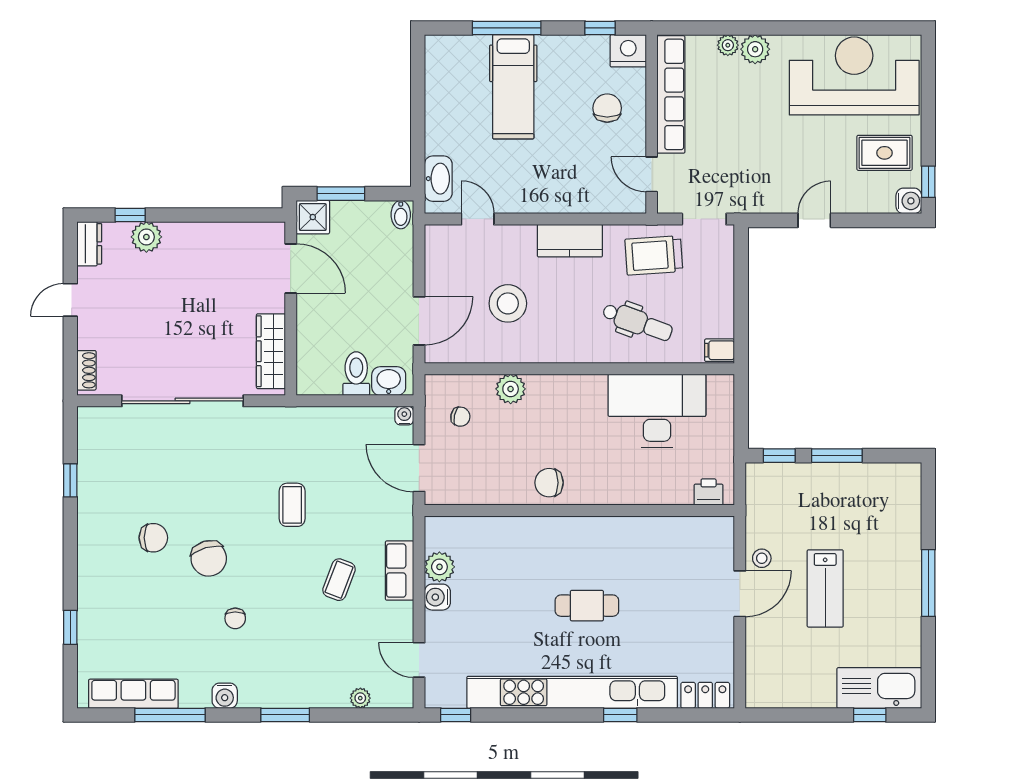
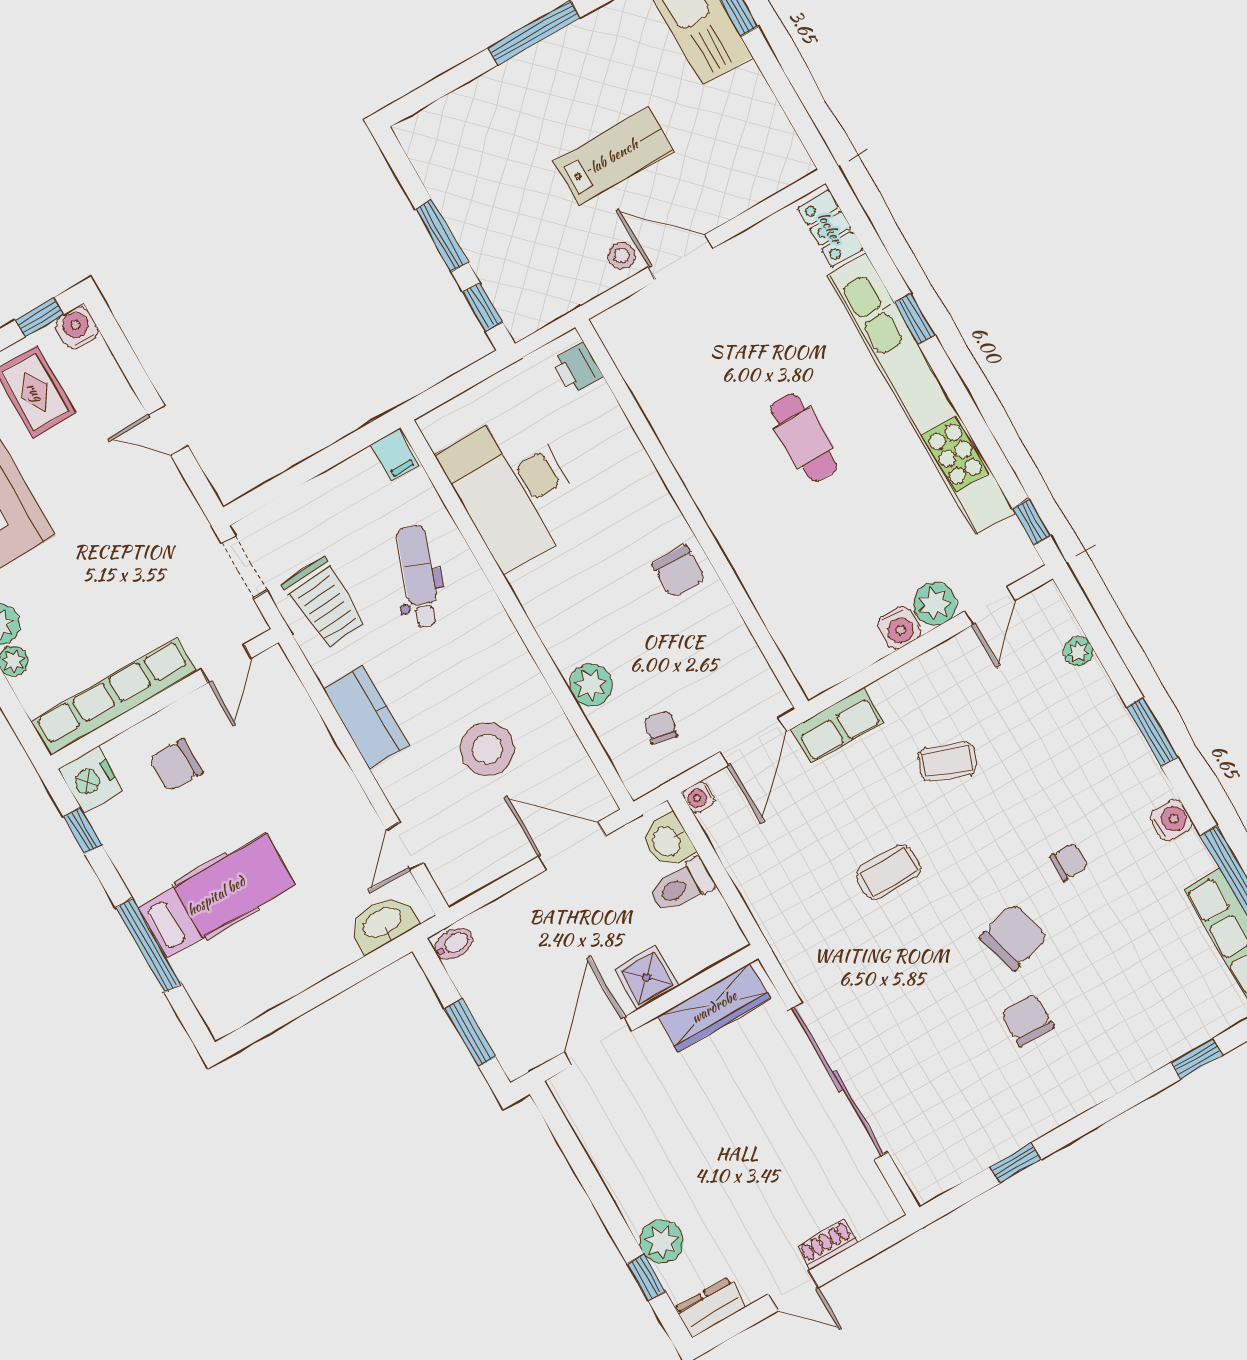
shower: (313, 217) -> (646, 978), moved
shoe rack: (86, 370) -> (827, 1245), moved
plant: (439, 567) -> (935, 604), moved
row of seats: (400, 571) -> (838, 725), moved

